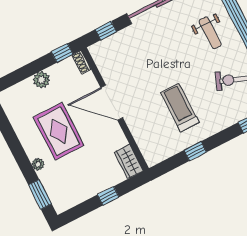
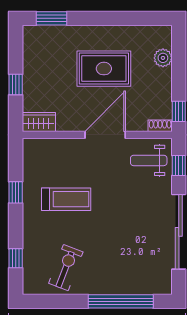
weight bench: (210, 33) -> (149, 160), moved
plant: (42, 80) -> (163, 58), moved
plant: (38, 164) -> (82, 32), removed

